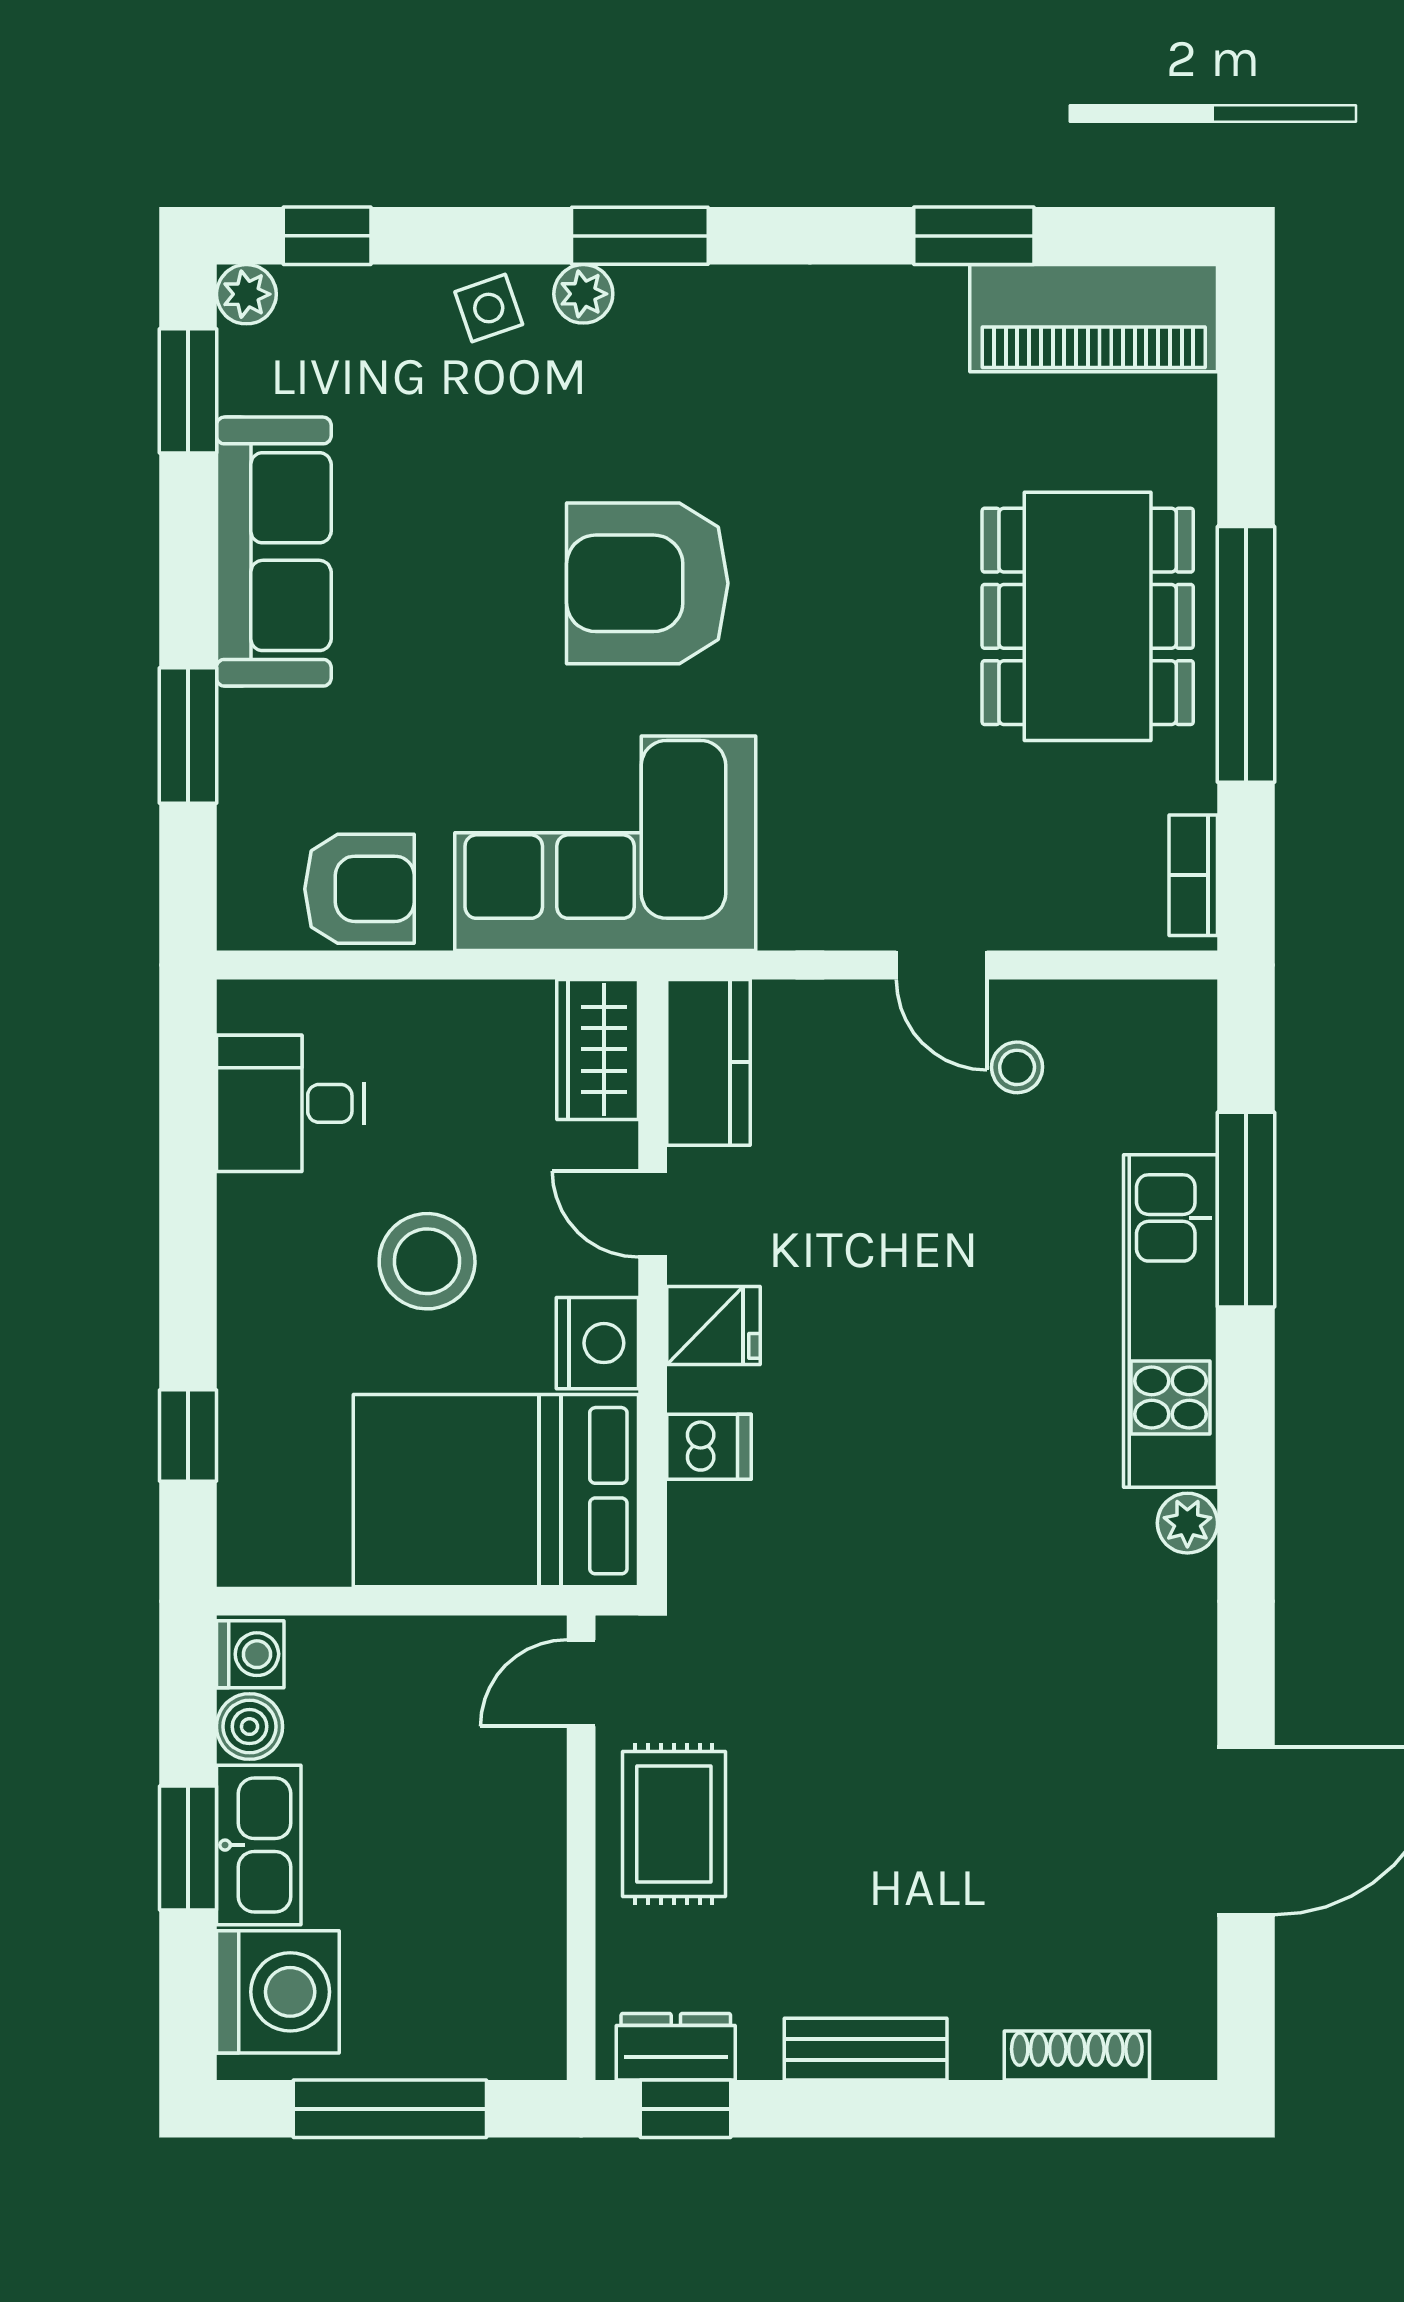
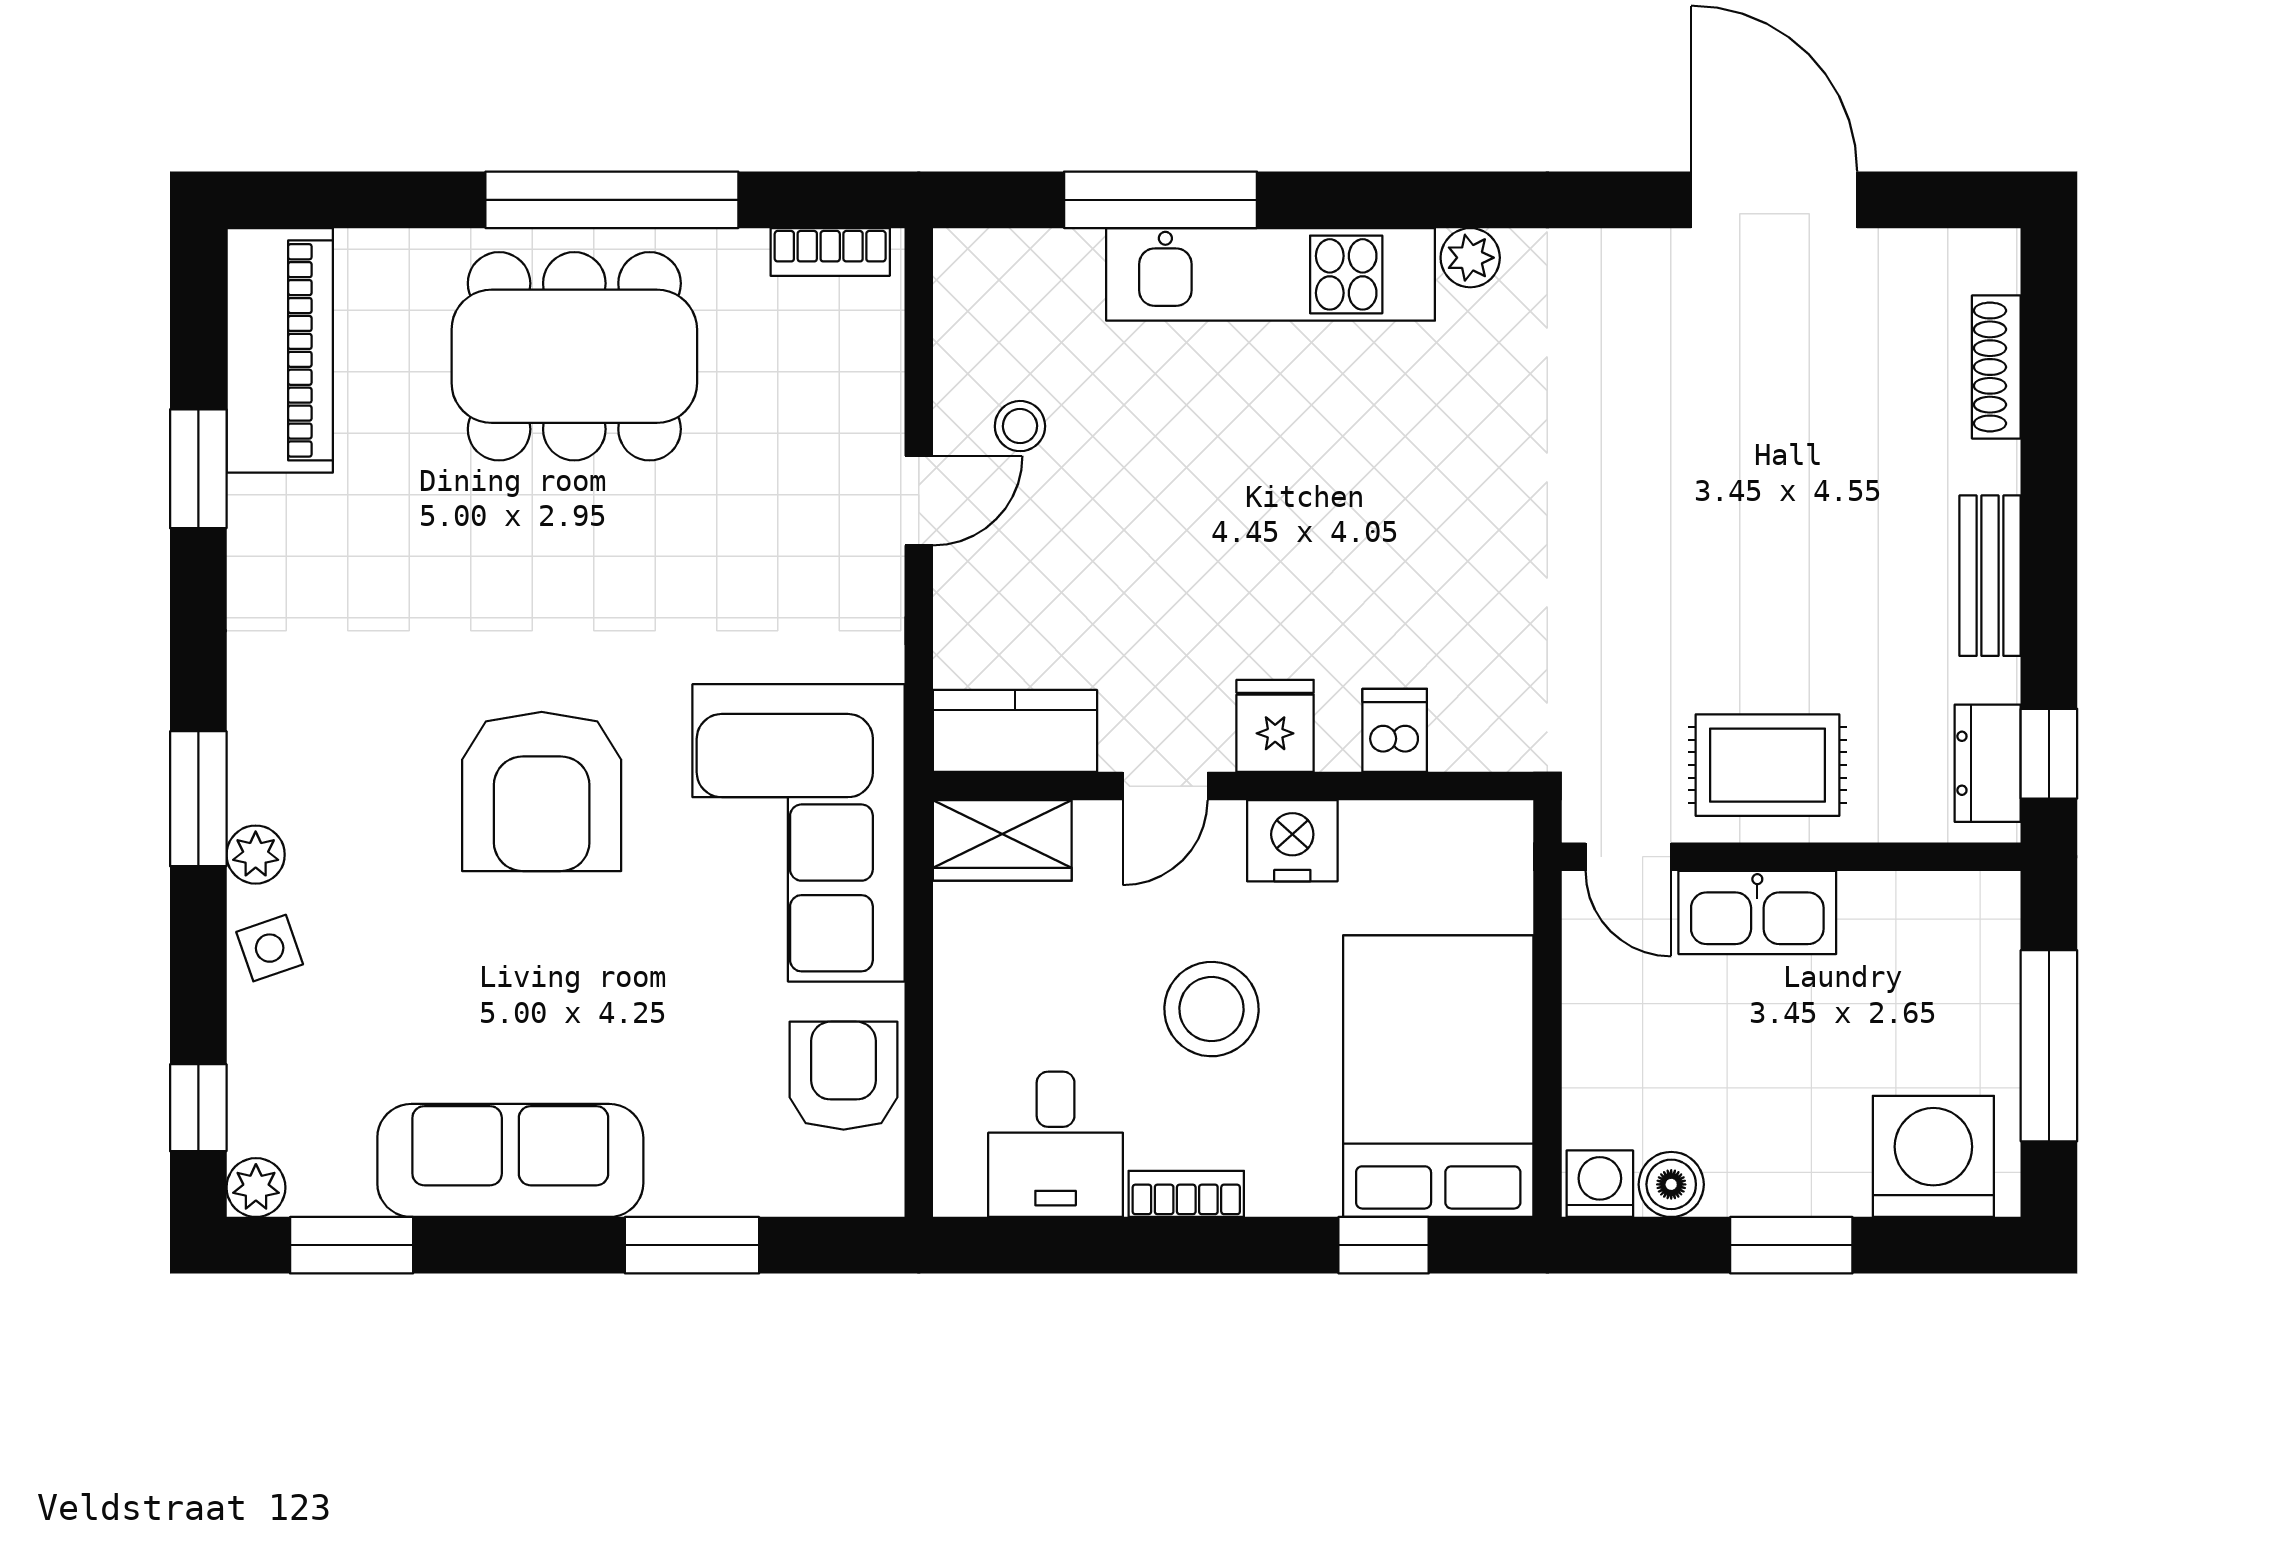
bookcase: (240, 1236) -> (1186, 1194), added
bed: (496, 1491) -> (1438, 1076), moved, turned 180
kitchen sink: (259, 1845) -> (1757, 912), moved, turned 180

